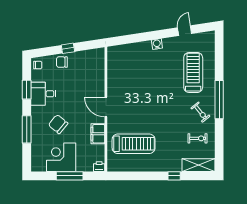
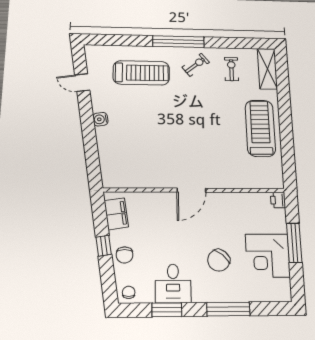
treadmill: (193, 72) -> (141, 73), turned 180
filing cabinet: (98, 134) -> (116, 214), moved, turned -99
treadmill: (134, 144) -> (260, 128), moved
window: (174, 176) -> (284, 99), removed

